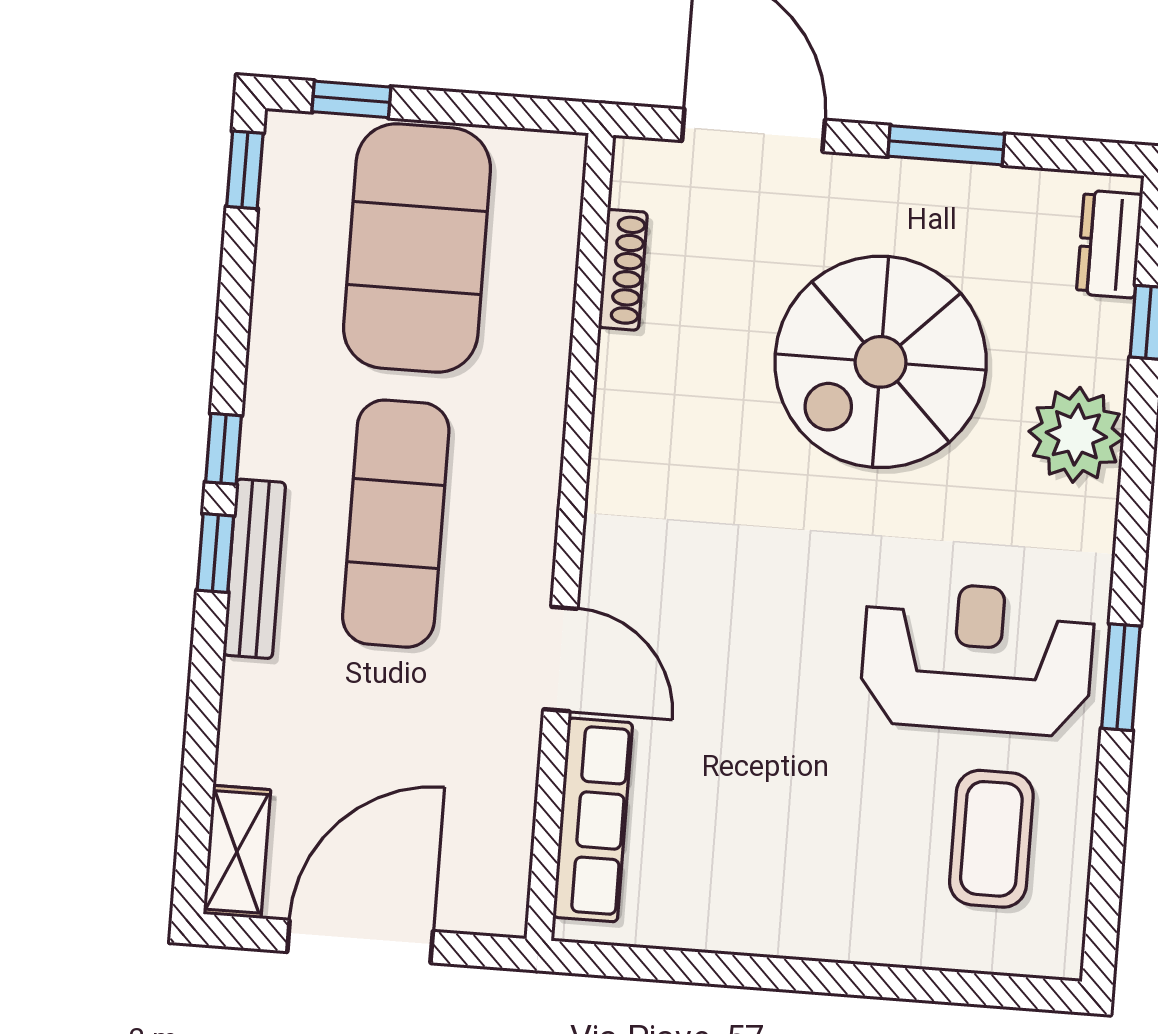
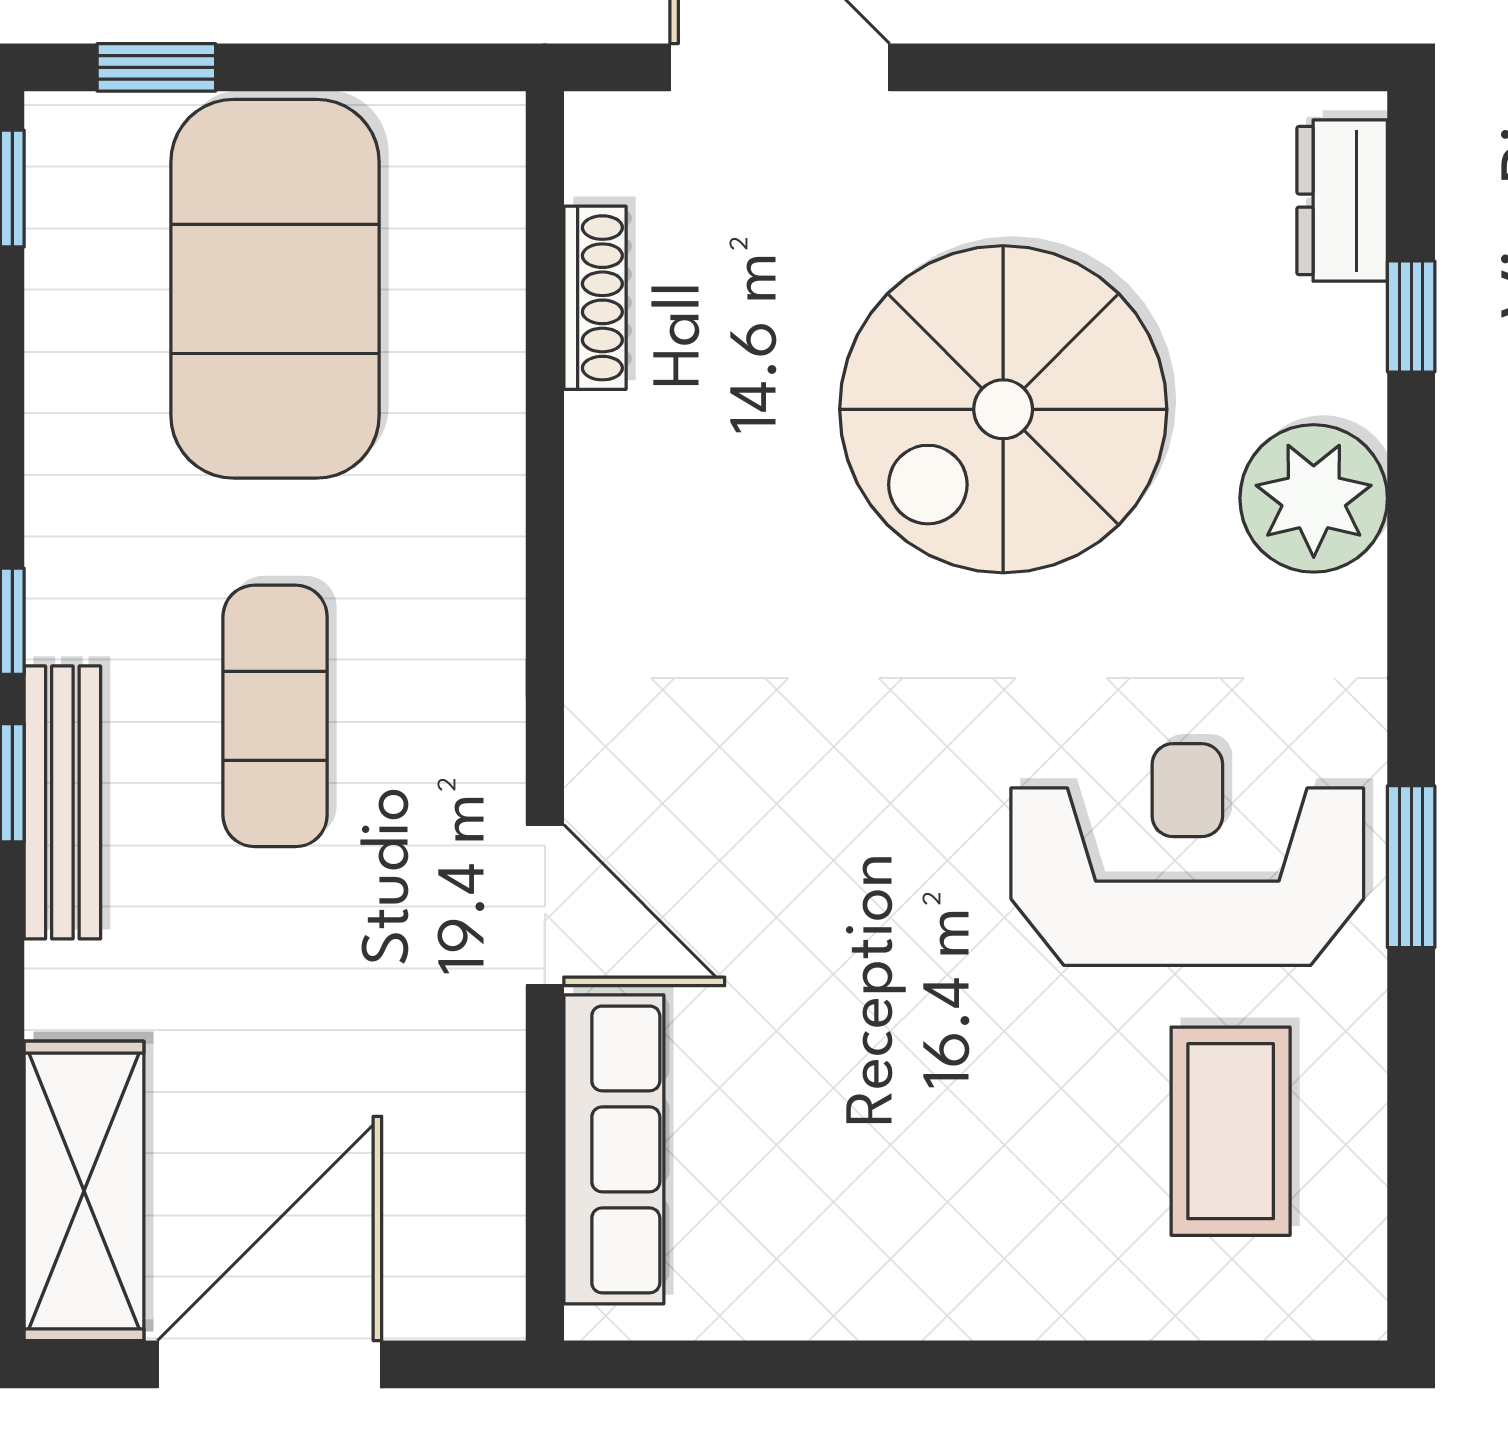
window: (946, 145) -> (1079, 67), removed
exercise mat: (396, 524) -> (275, 716), width x0.73, depth x0.69
shelving: (237, 852) -> (84, 1191), width x1.50, depth x1.33

